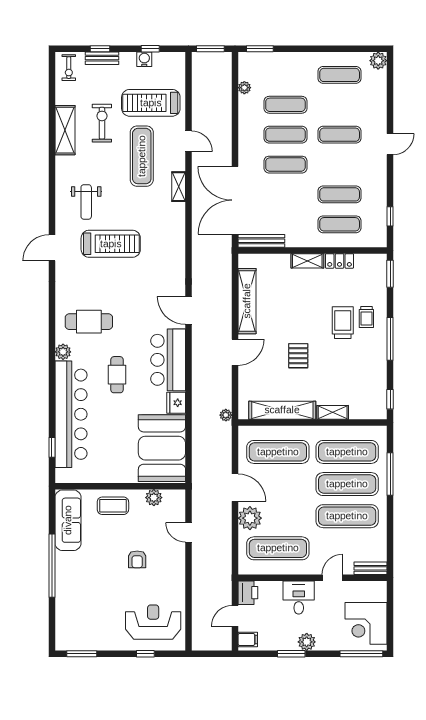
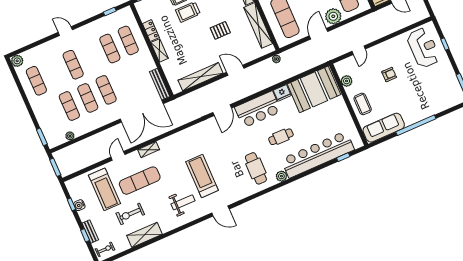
reception desk: (153, 622) -> (423, 48), turned 180

